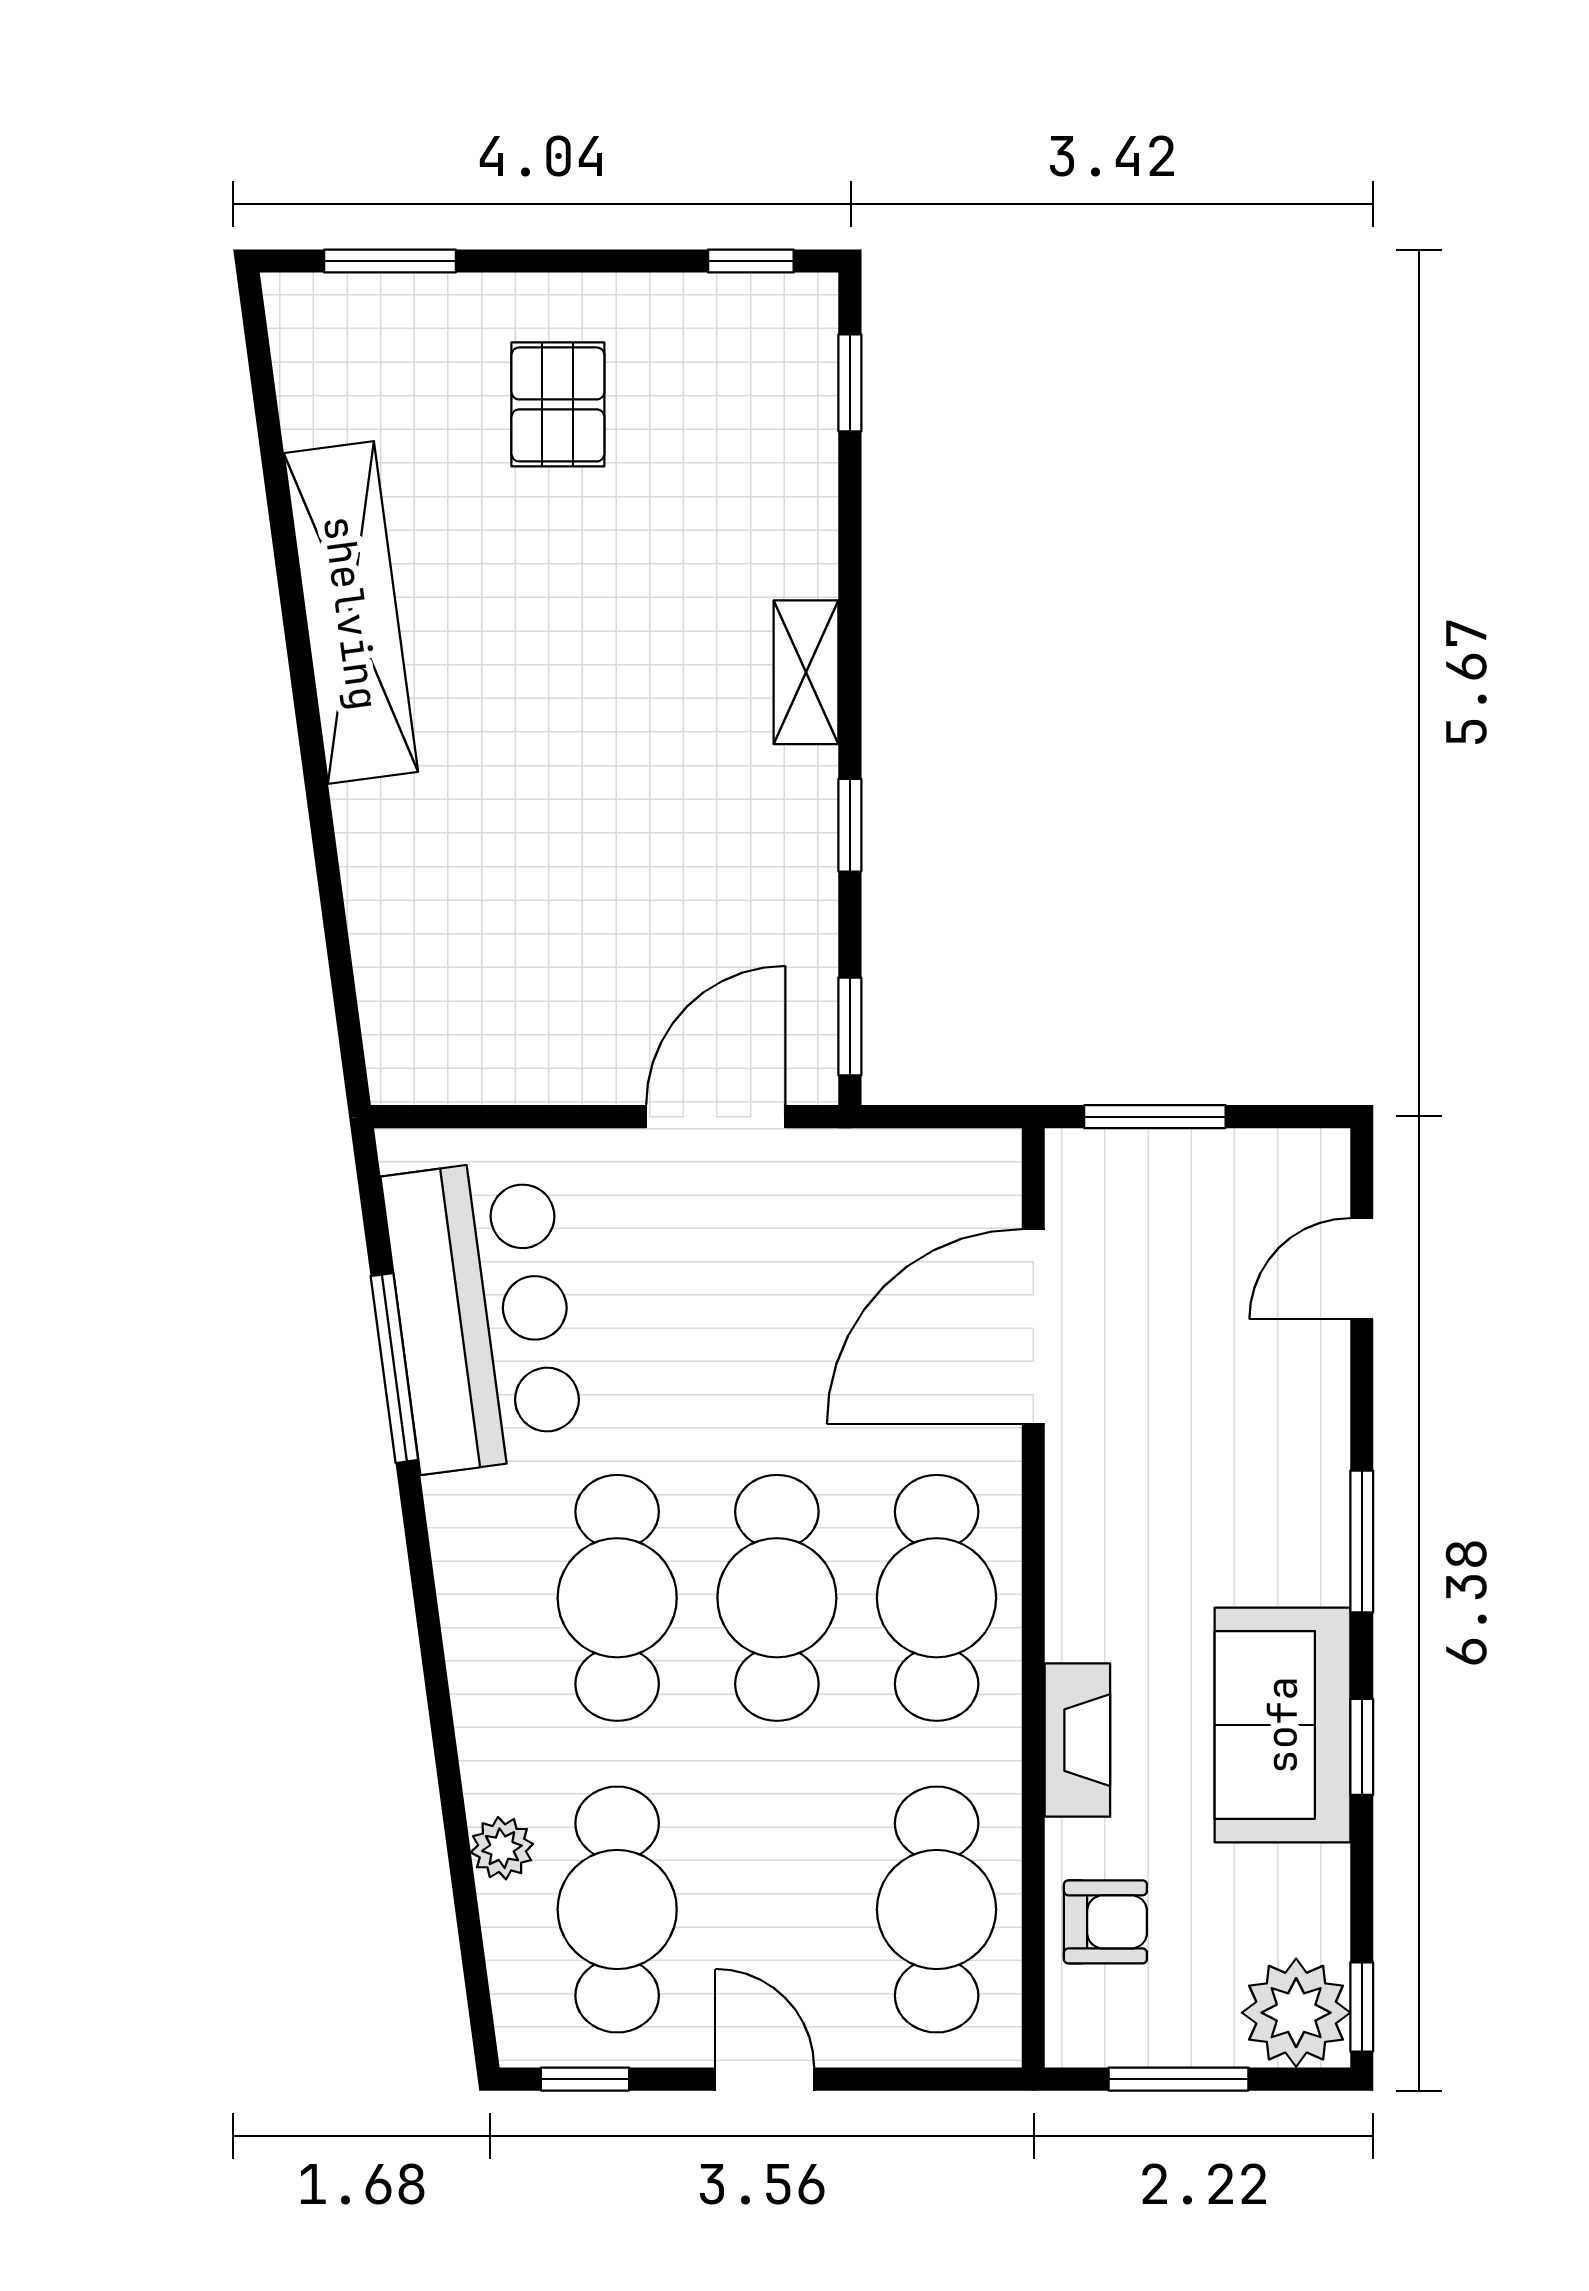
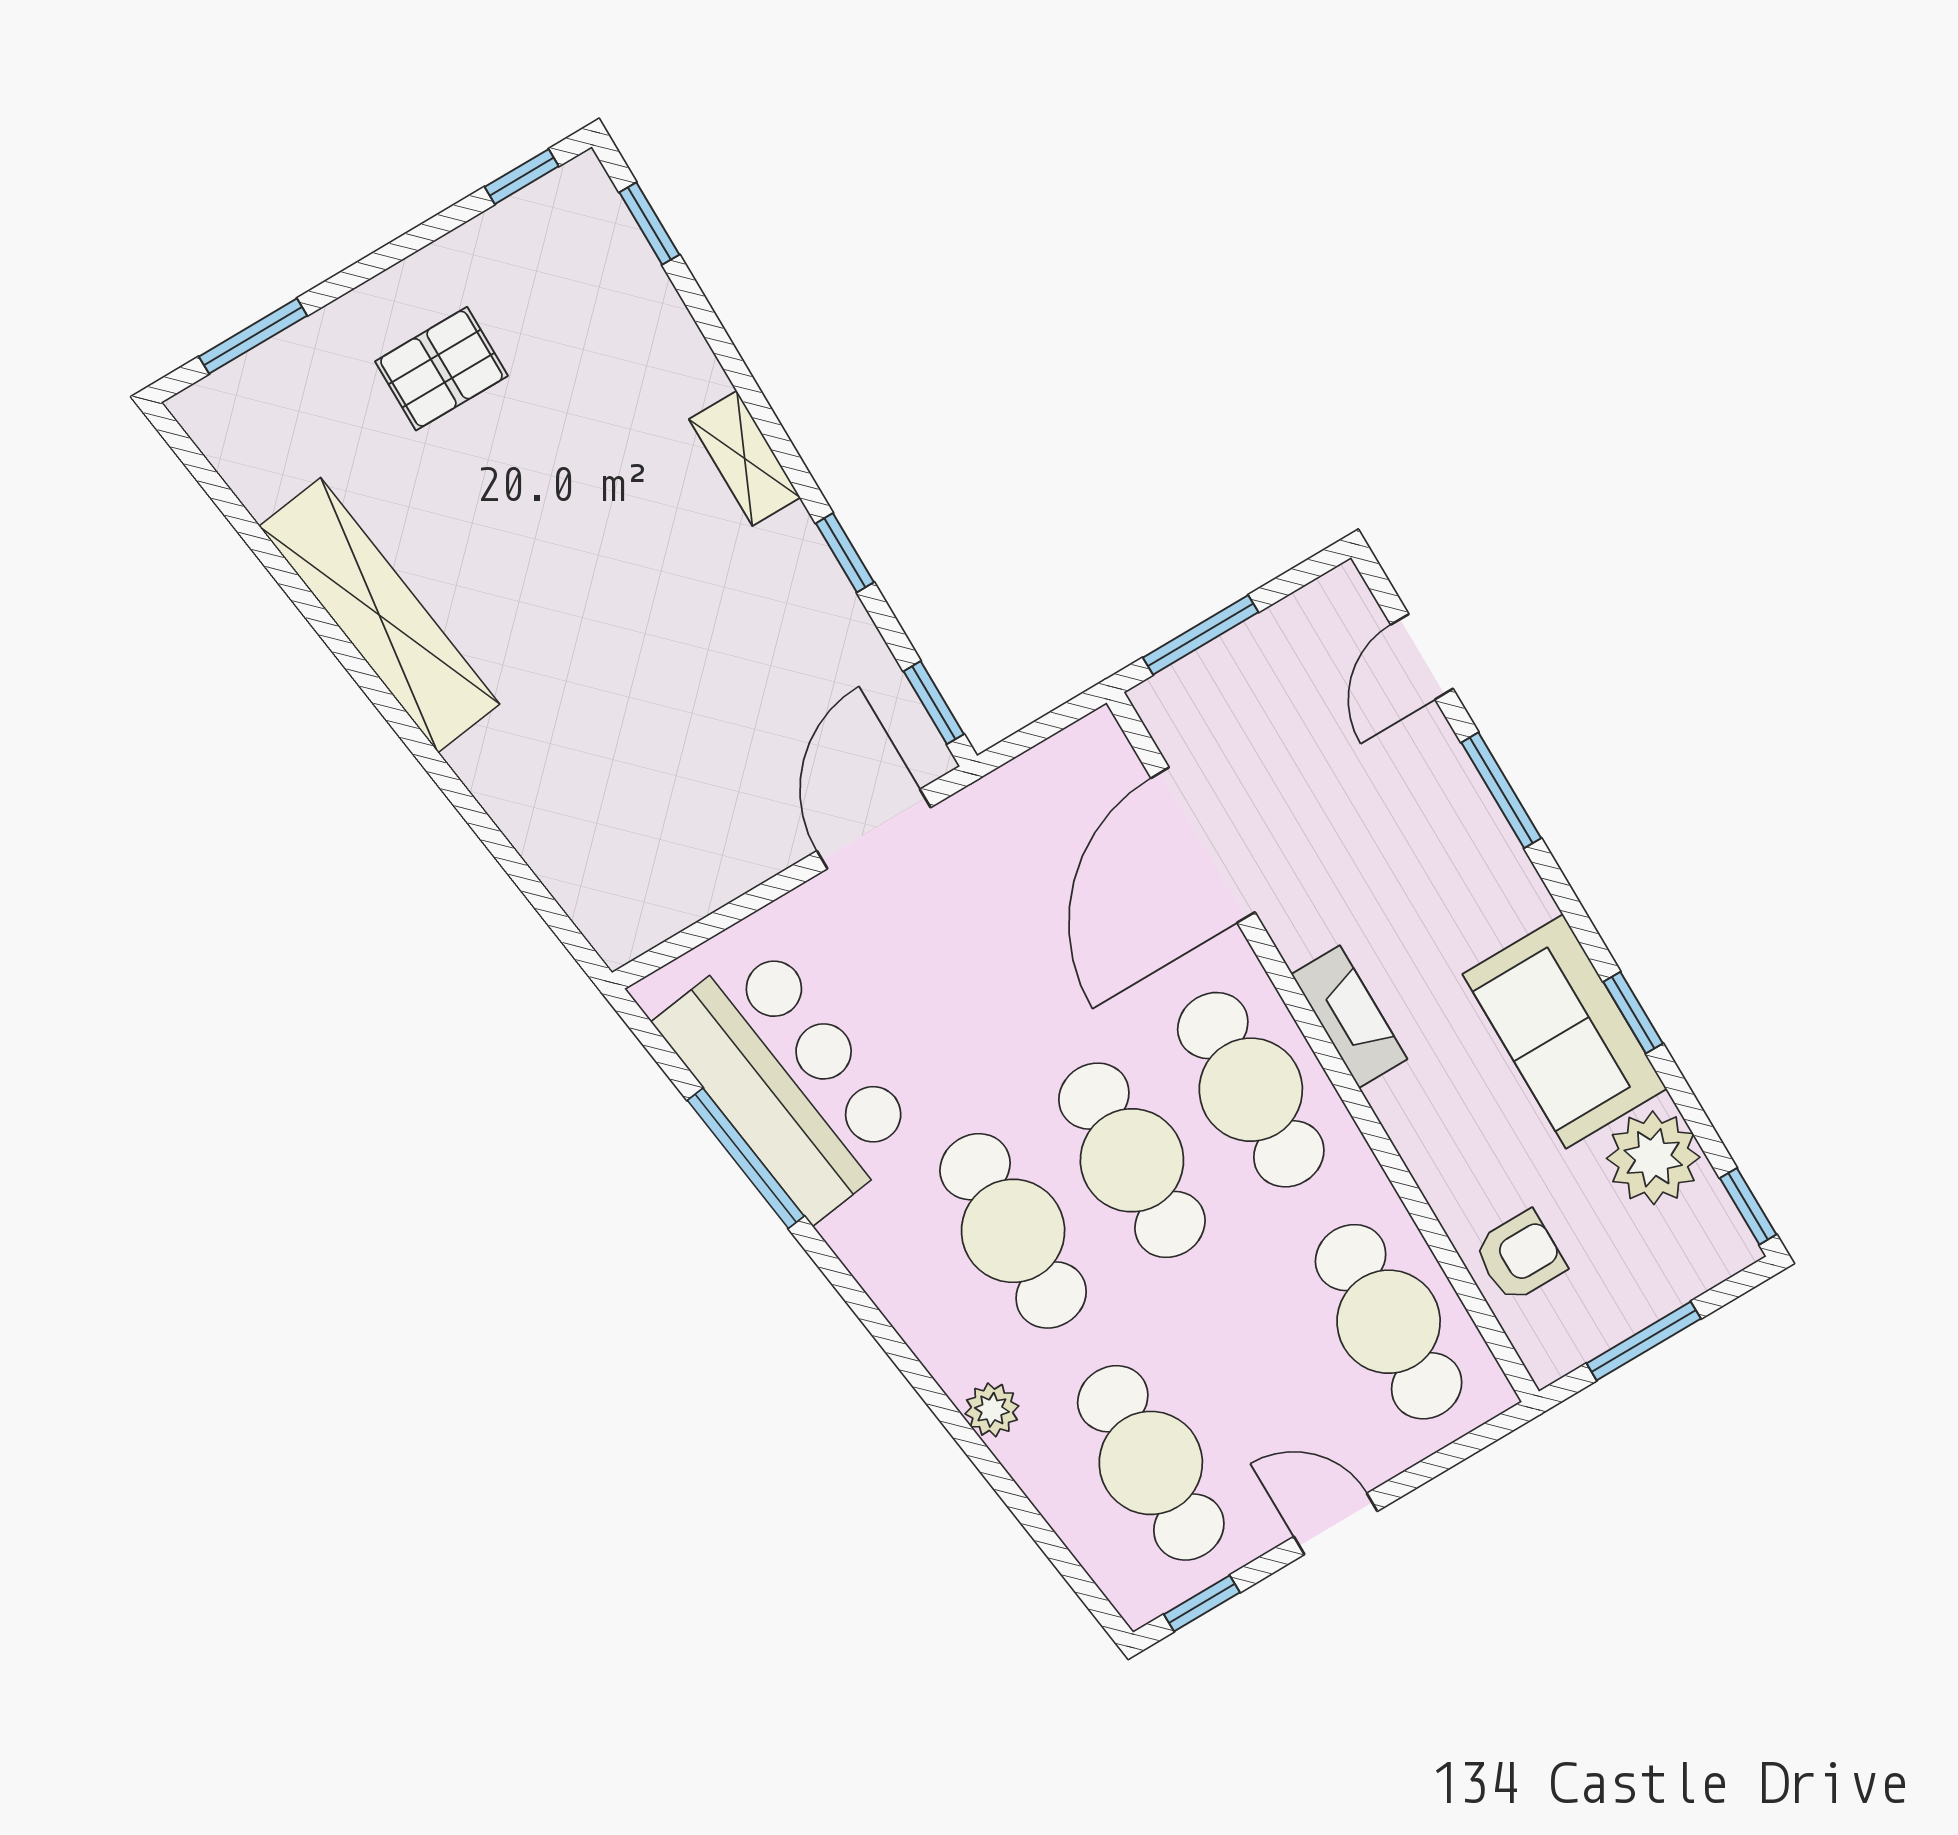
pallet: (558, 404) -> (441, 369), turned 90
window: (1362, 1542) -> (1501, 790), moved
fireplace: (1077, 1740) -> (1349, 1017), moved
plant: (502, 1848) -> (992, 1410), moved
plant: (1296, 2013) -> (1653, 1158), moved

